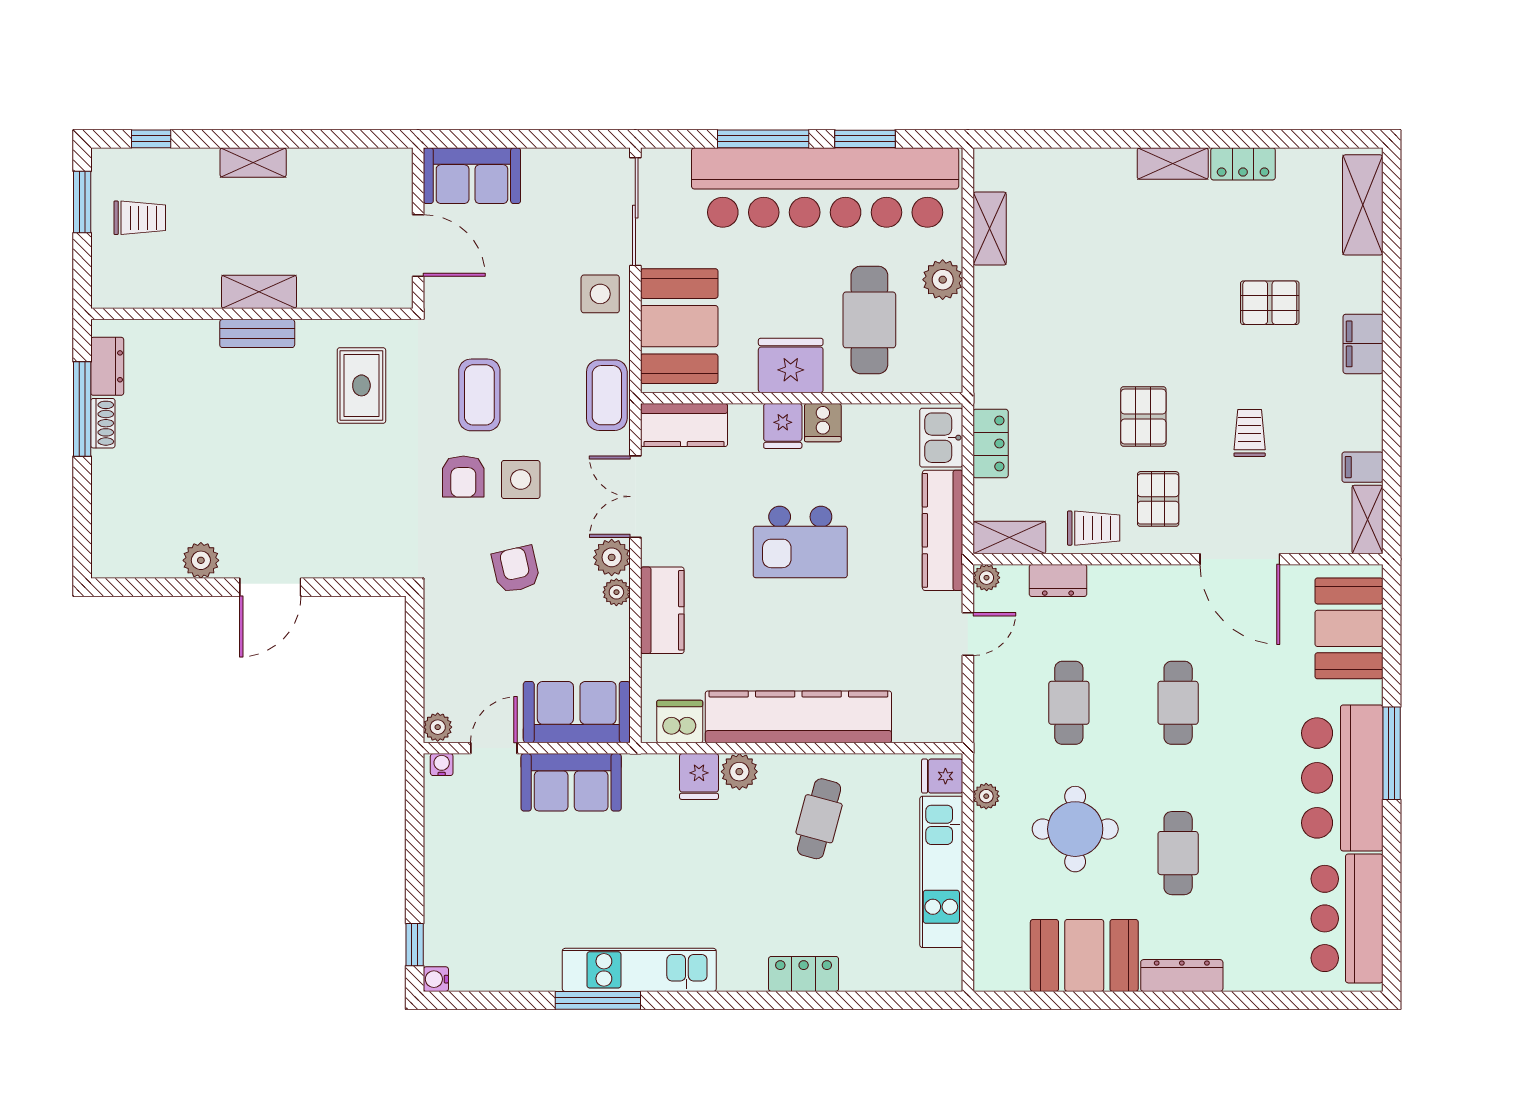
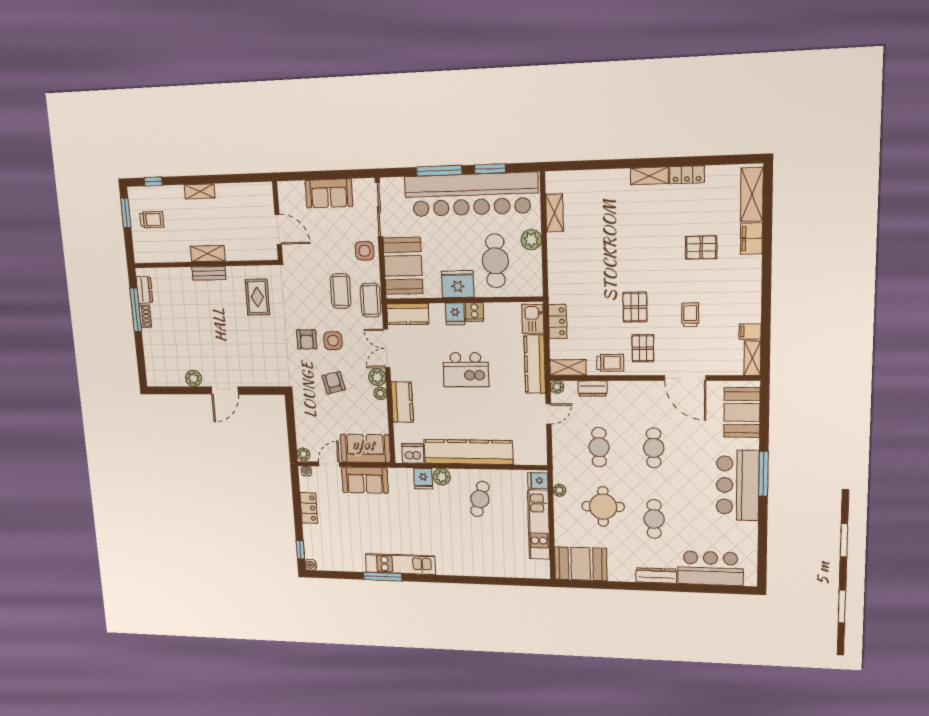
sofa: (472, 176) -> (329, 193), moved
filing cabinet: (1363, 344) -> (751, 239), moved
coffee table: (479, 395) -> (341, 291), moved
bar counter: (1347, 918) -> (710, 568), moved, turned 90
booth: (1084, 955) -> (581, 564), moved
locker: (804, 974) -> (309, 508), moved, turned 90

